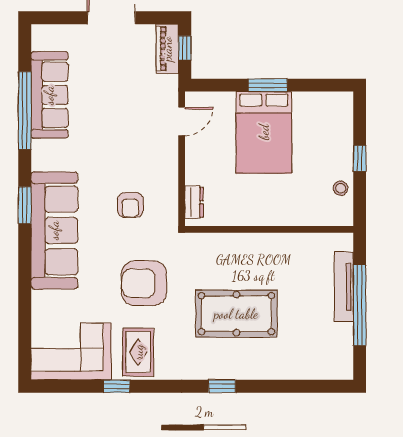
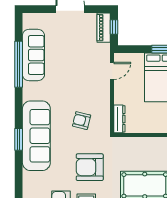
dresser: (194, 202) -> (119, 119), width x1.44
window: (25, 205) -> (19, 139), moved
armchair: (130, 205) -> (82, 121), turned 104

